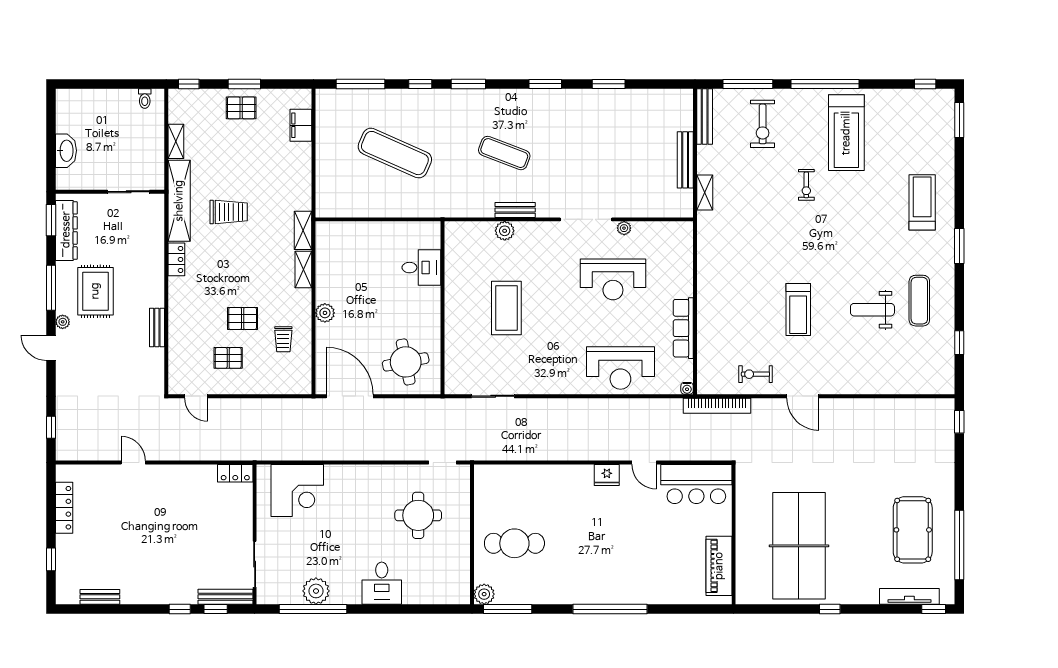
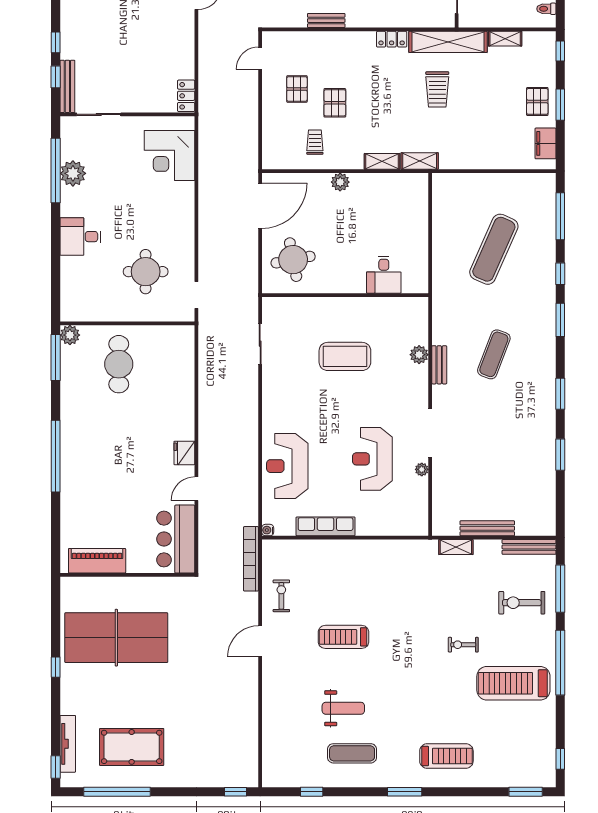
filing cabinet: (301, 125) -> (546, 143), moved, turned -90
weight bench: (872, 310) -> (343, 708), turned 90
trolley: (283, 339) -> (315, 142), turned 90

